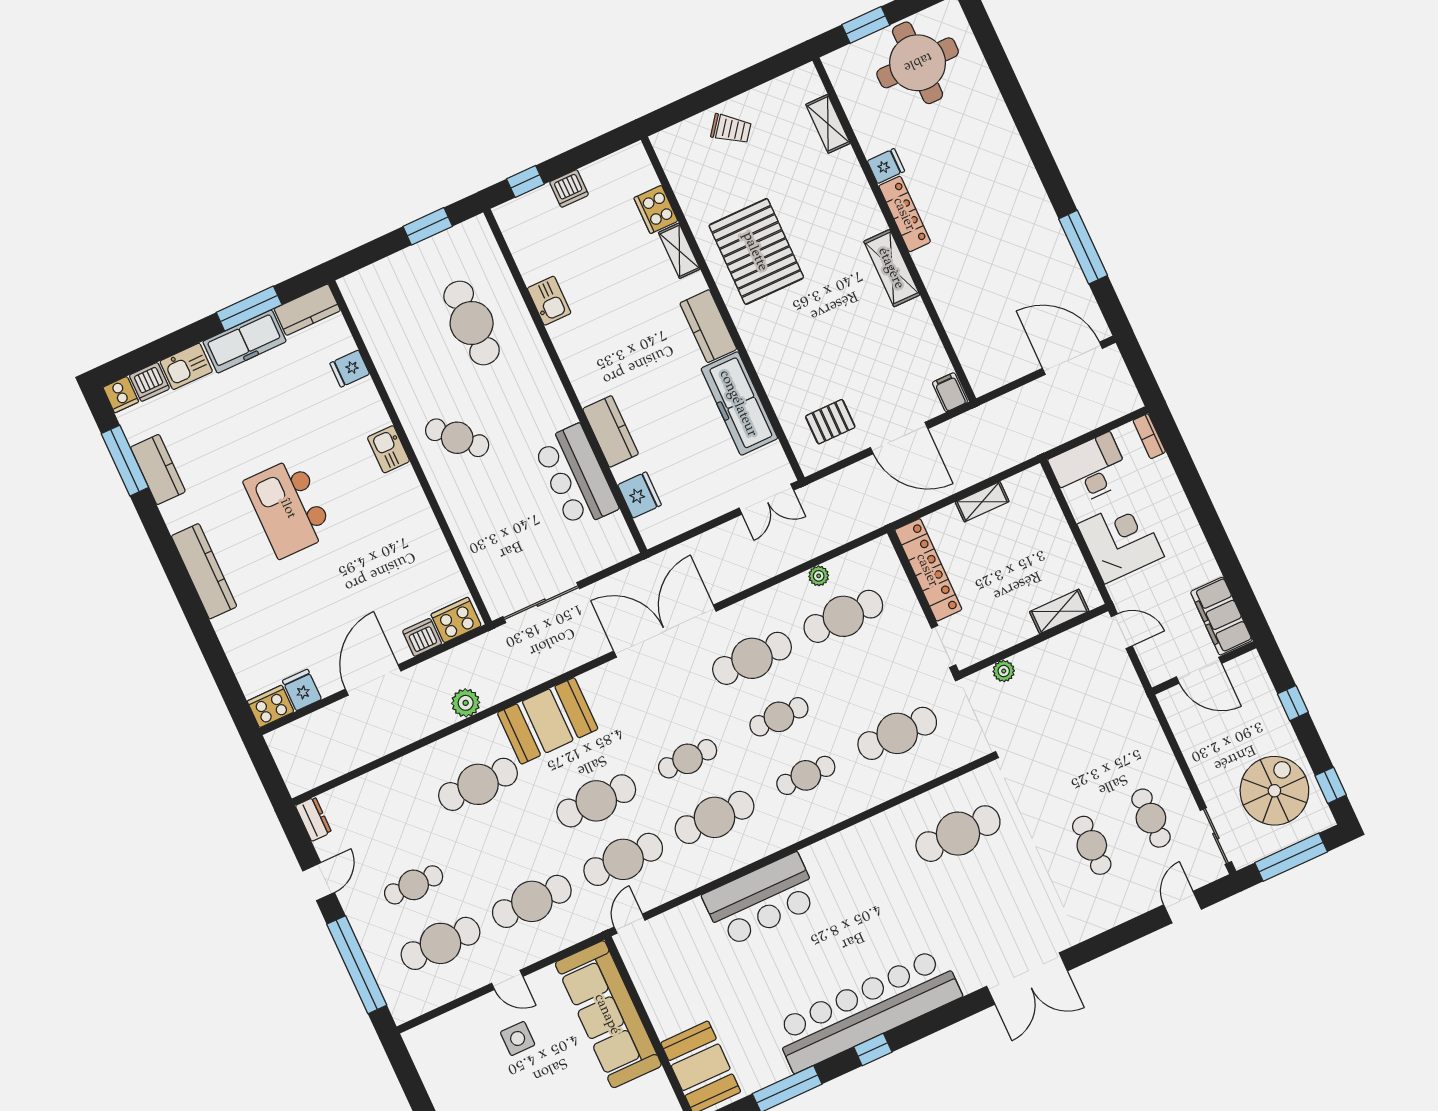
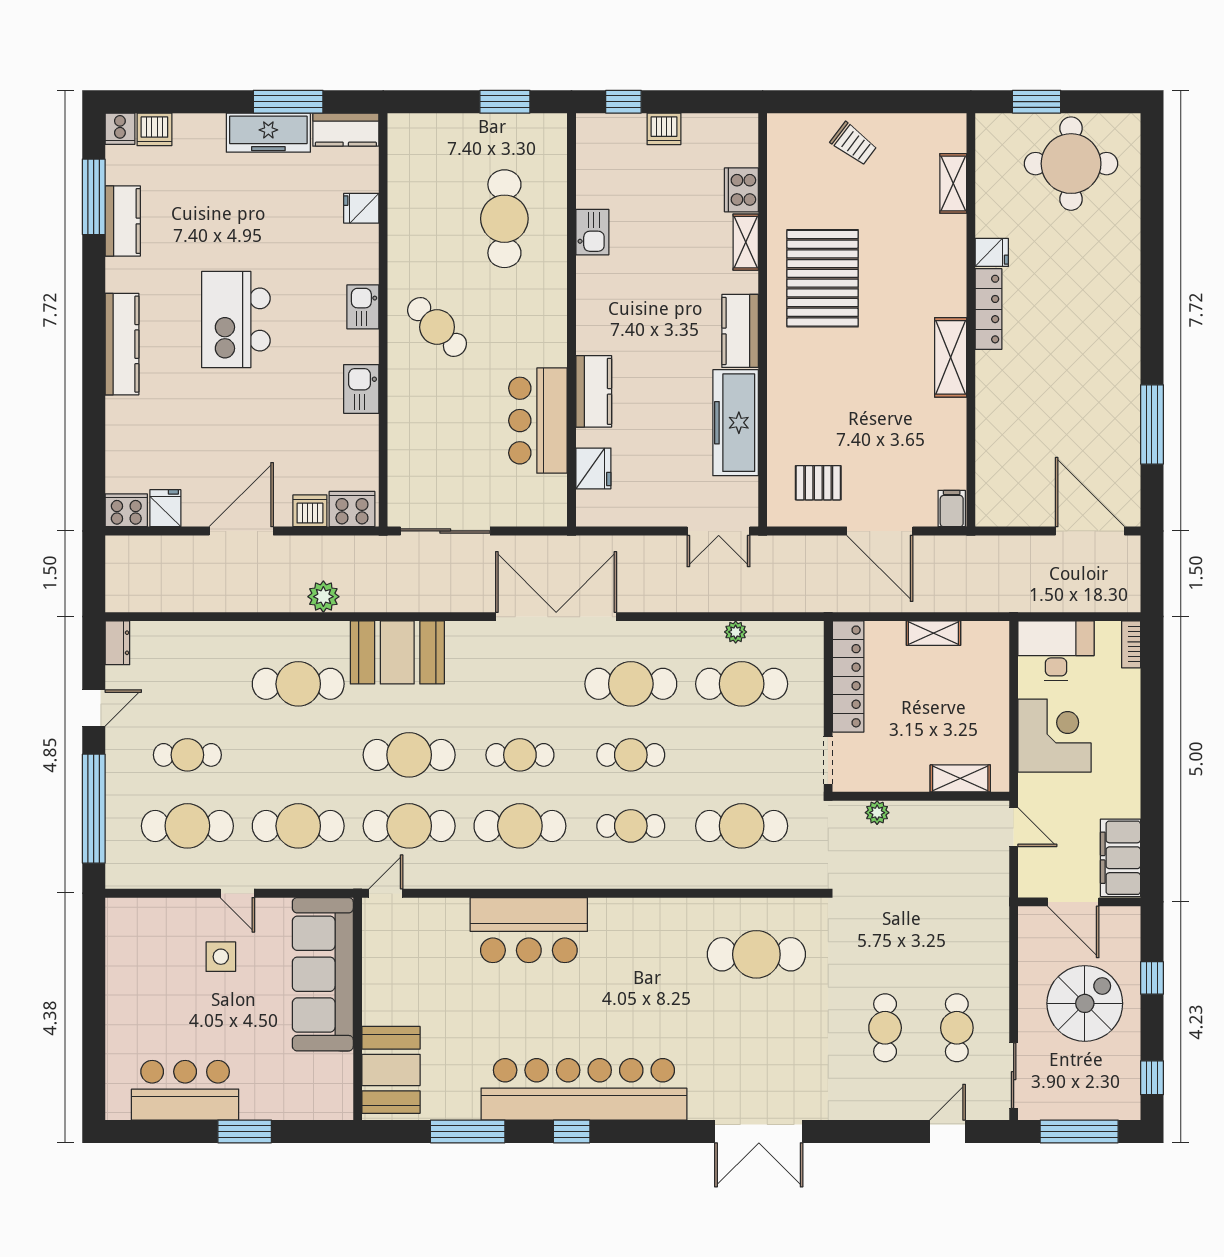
kitchen sink: (186, 366) -> (361, 389), moved, turned 90
spiral stairs: (1274, 791) -> (1085, 1003), moved

